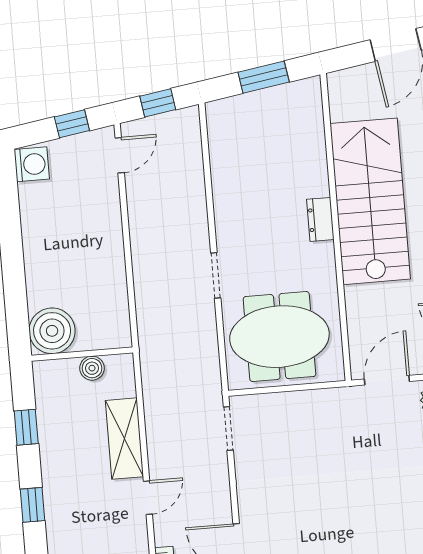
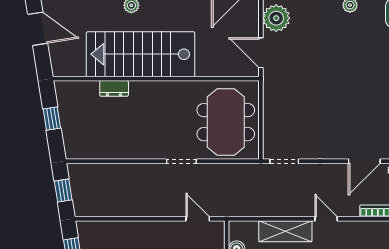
window: (264, 77) -> (52, 119), width x0.67
door: (120, 155) -> (198, 219), moved
dresser: (320, 219) -> (114, 88), moved

